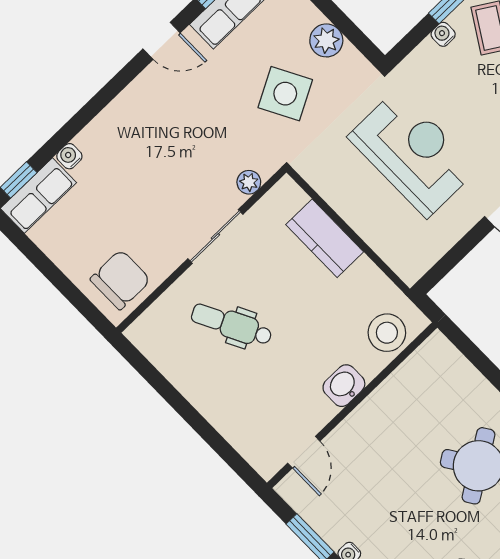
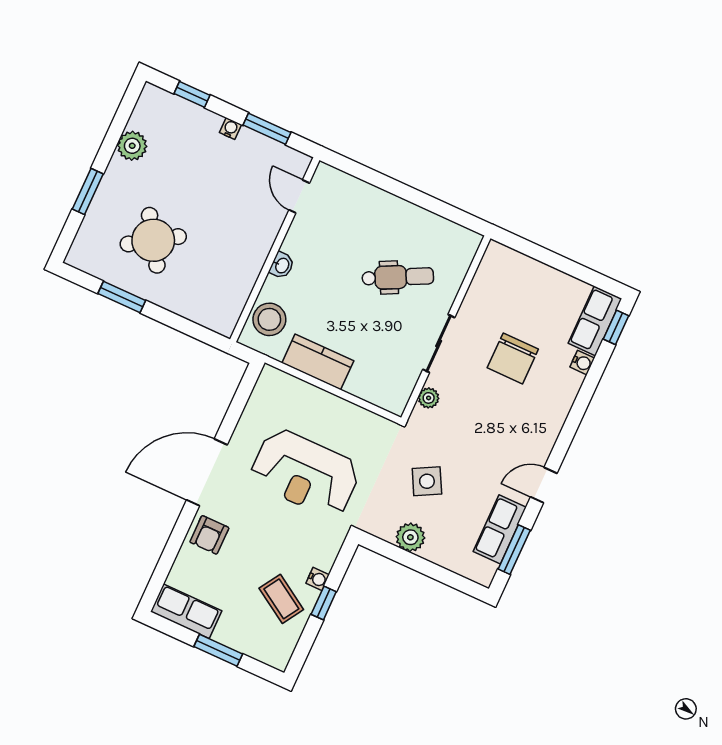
side table: (285, 94) -> (427, 481), width x0.73, depth x0.73
kitchen counter: (325, 238) -> (318, 362), moved
chair: (120, 280) -> (513, 358), moved
washbasin: (344, 386) -> (282, 265), width x0.72, depth x0.69

